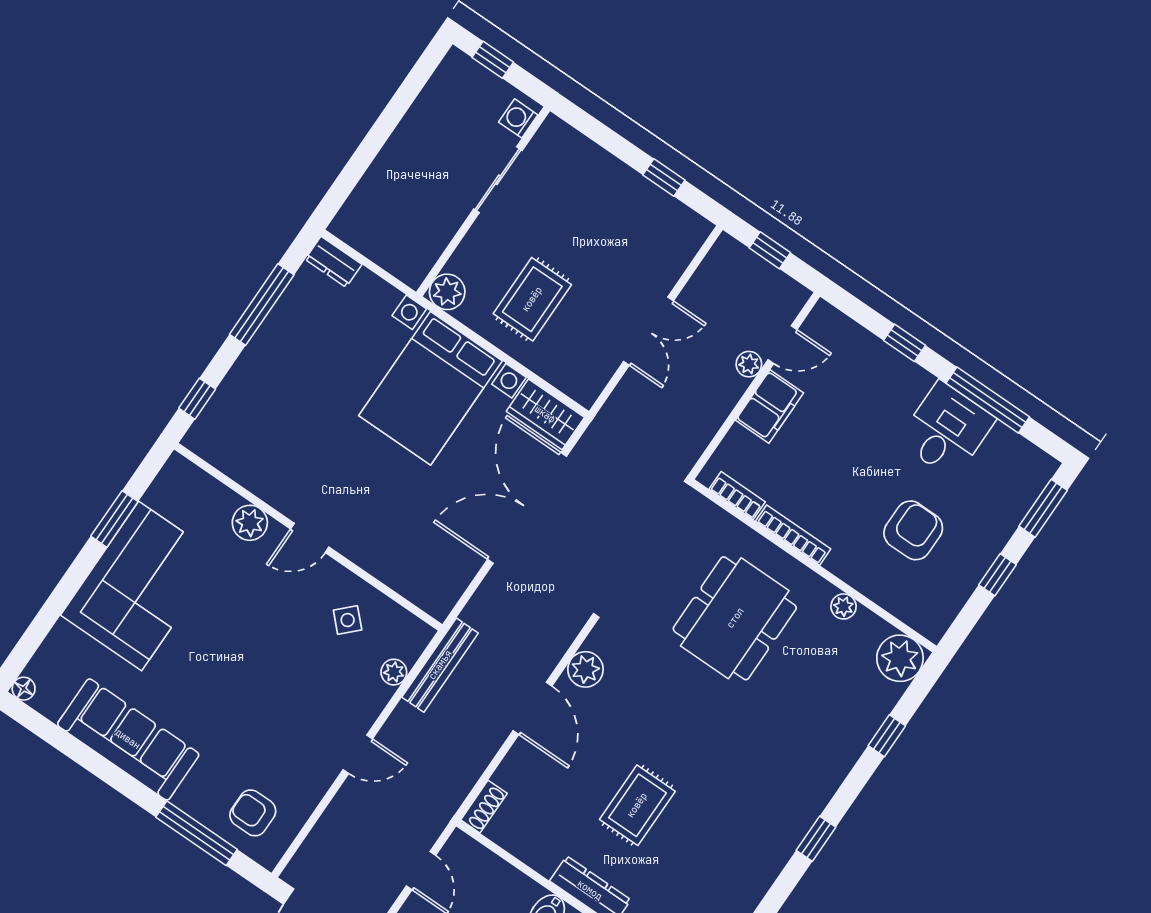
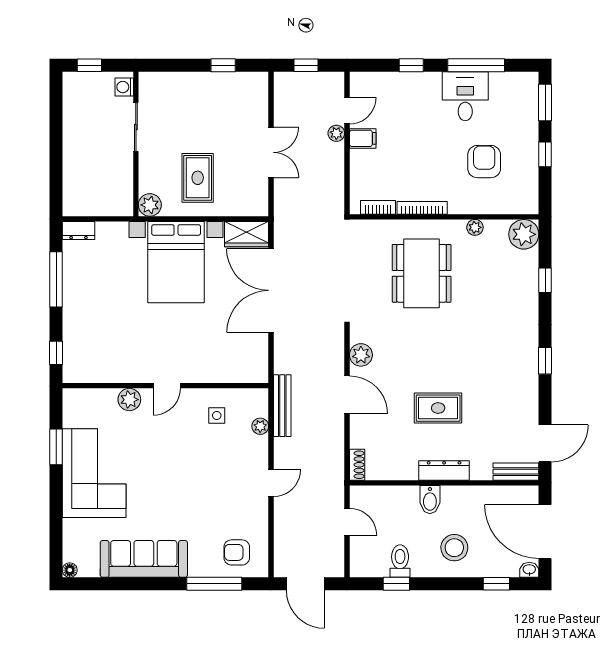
filing cabinet: (769, 407) -> (363, 138), width x0.50
side table: (348, 620) -> (217, 415), turned 45
rug: (637, 805) -> (438, 408), turned 90

